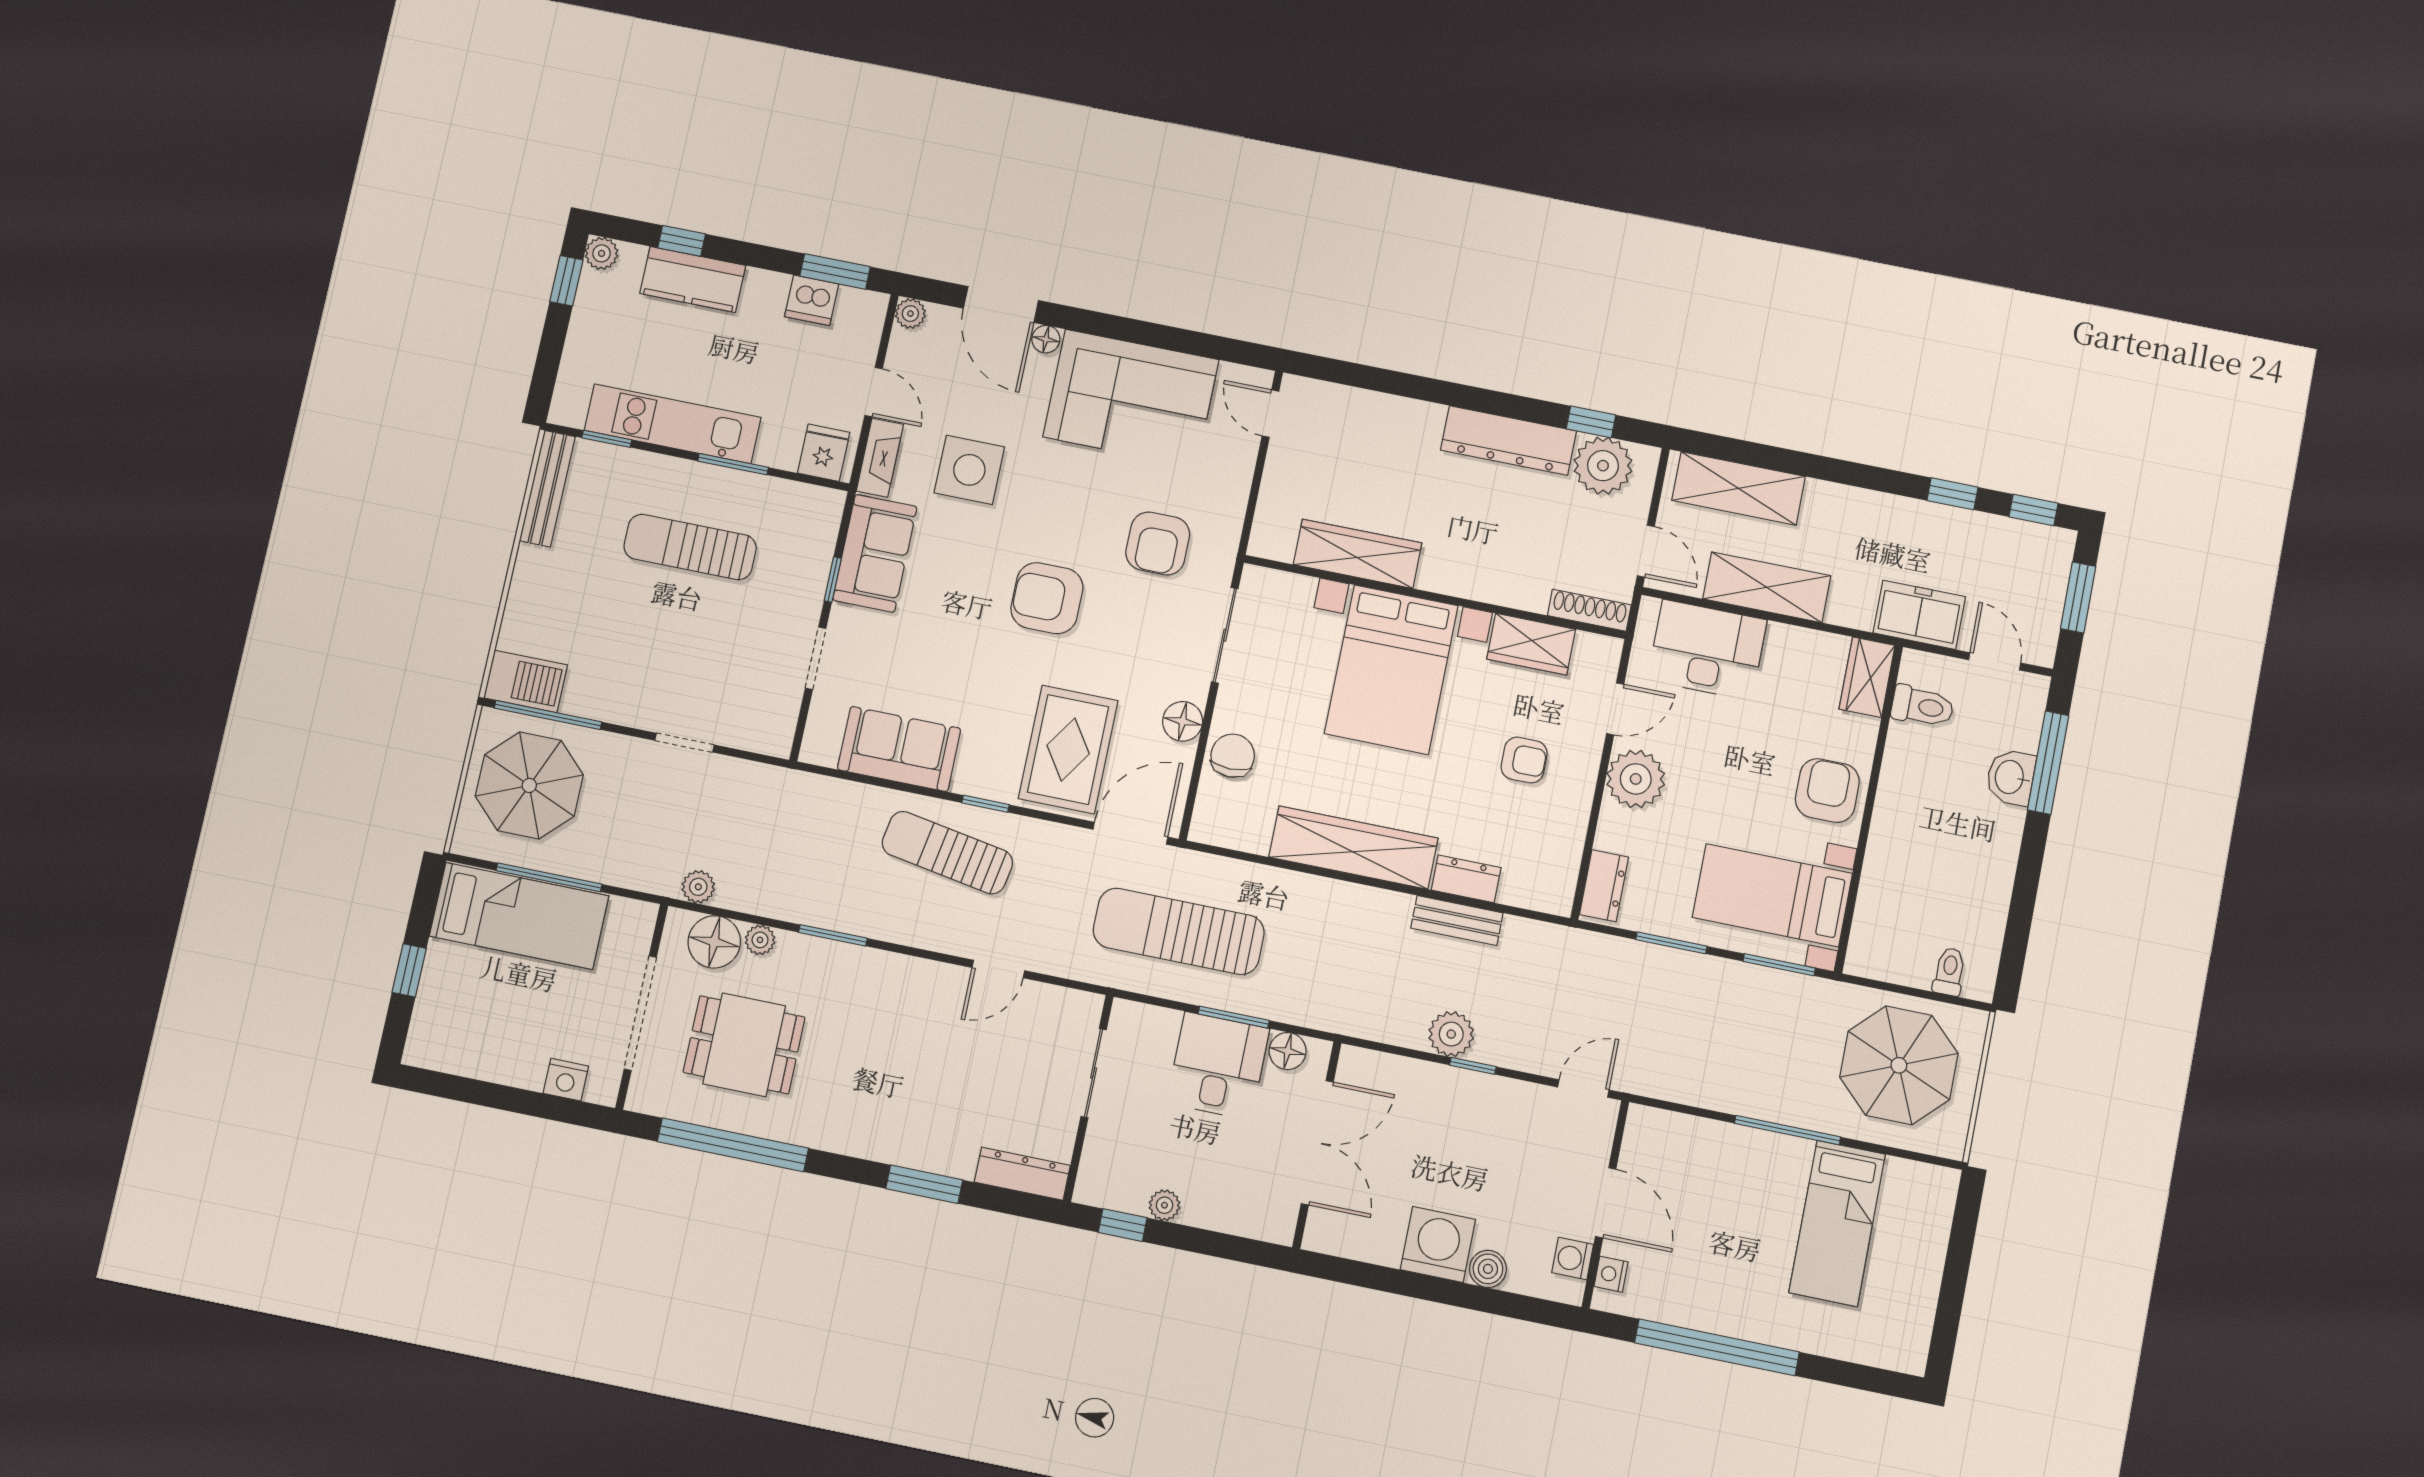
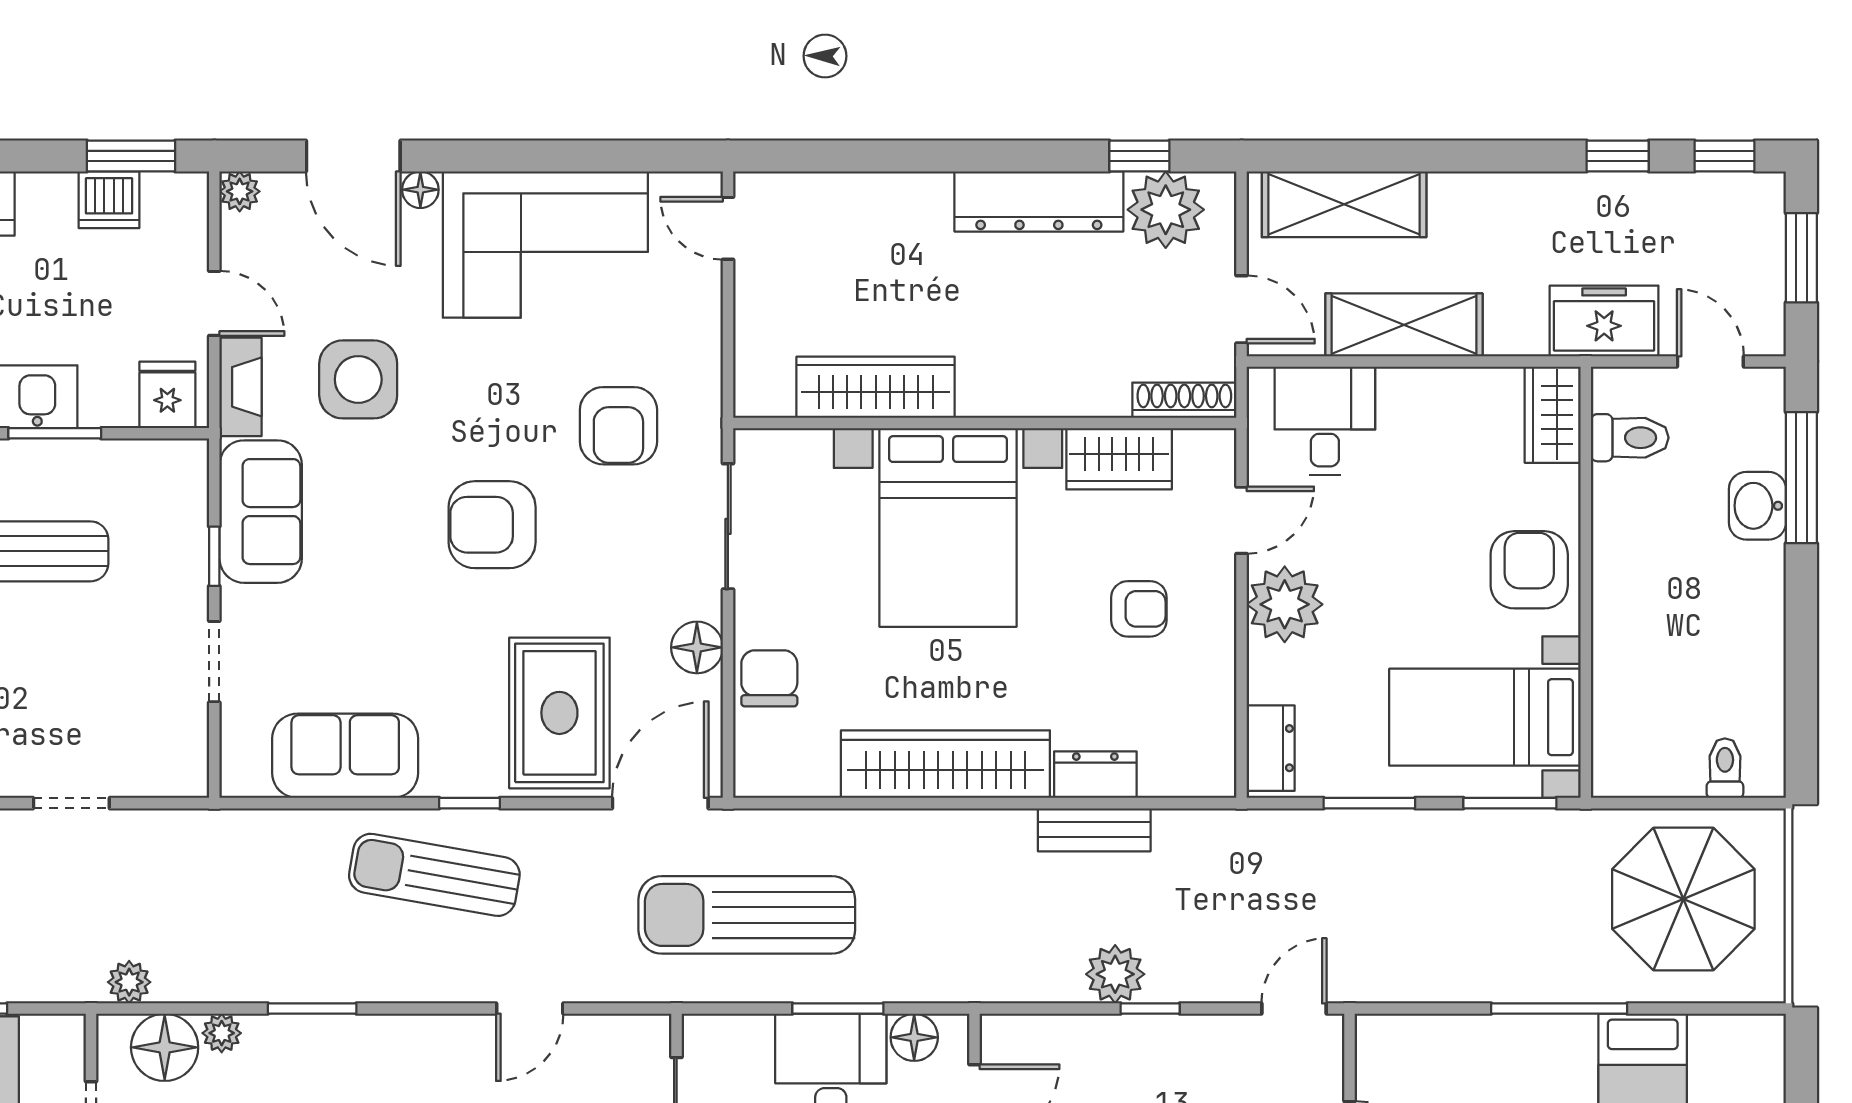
desk: (1707, 650) -> (1325, 421), width x0.73

